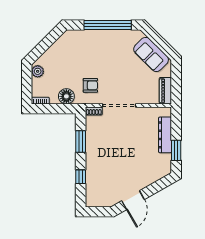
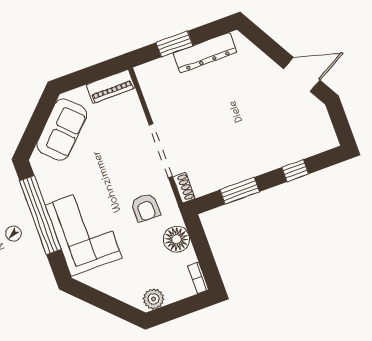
corner sofa: (90, 46) -> (84, 231), added
armchair: (90, 85) -> (145, 208), turned 180
dresser: (165, 135) -> (205, 53), moved
window: (176, 150) -> (174, 44), moved

